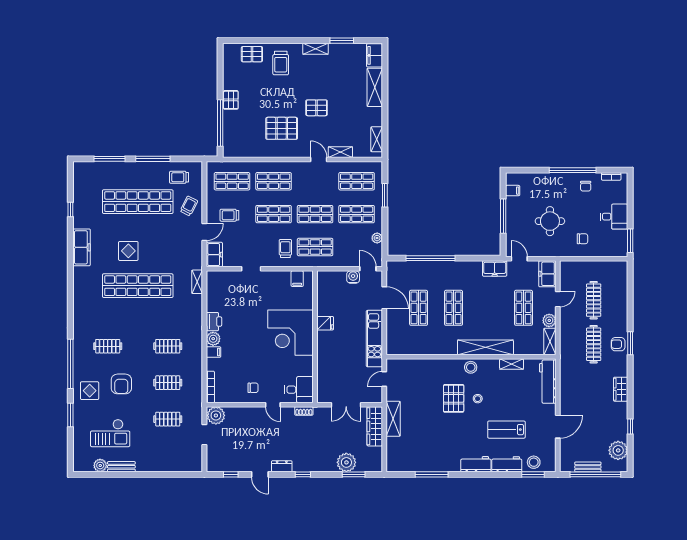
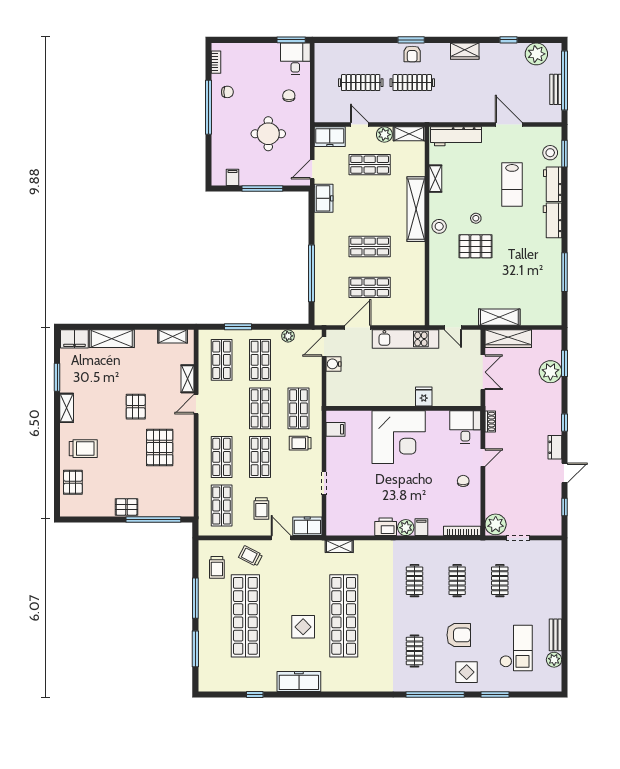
desk: (614, 217) -> (295, 59), moved
fridge: (325, 323) -> (424, 397), moved

